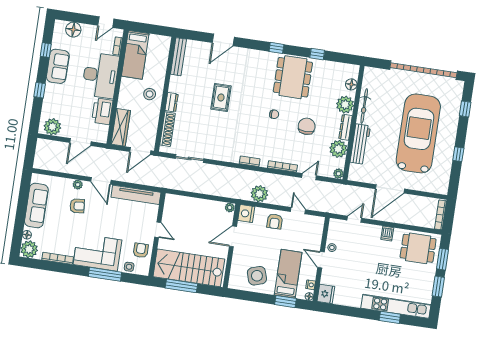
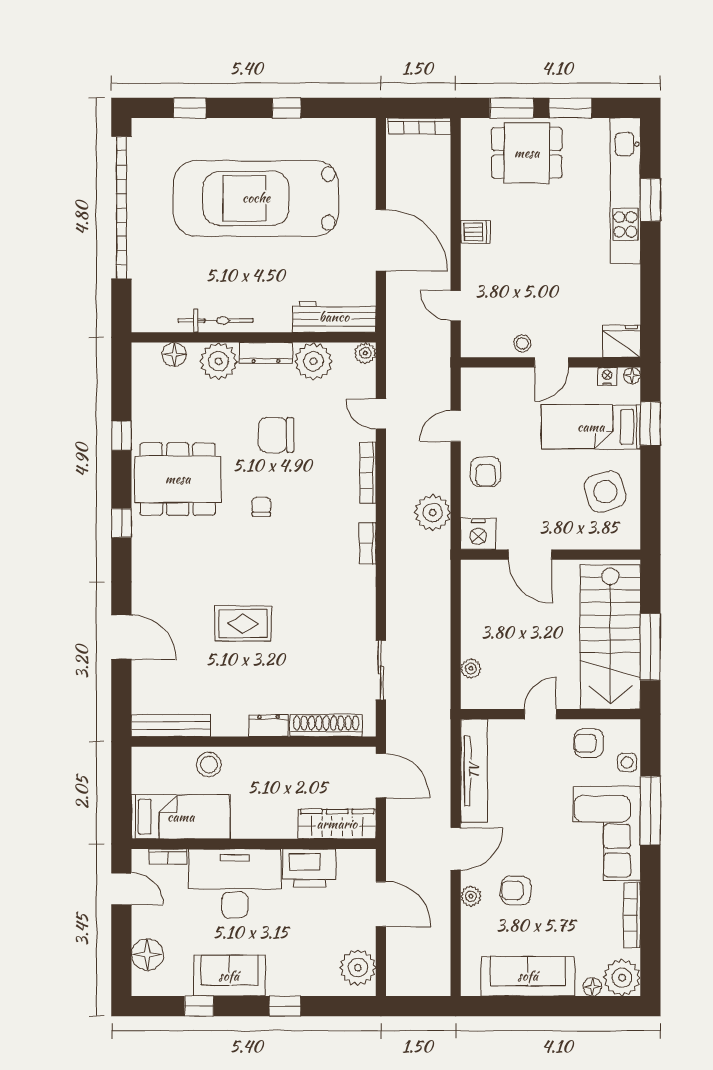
stool: (150, 94) -> (209, 765), moved
workbench: (360, 144) -> (334, 317), moved
armchair: (77, 206) -> (516, 891), turned -82
plant: (230, 208) -> (471, 668), moved
armchair: (275, 221) -> (486, 472), turned 90
dining table: (418, 248) -> (527, 153), moved, turned 90

